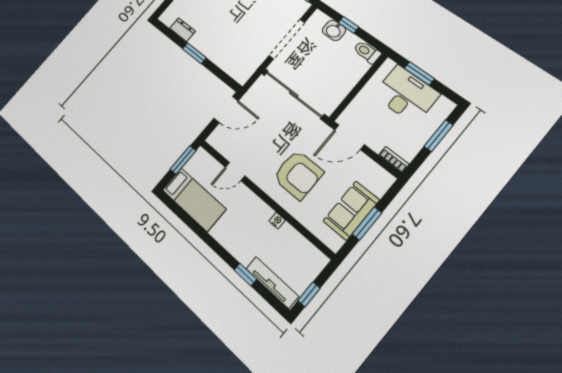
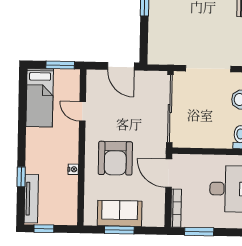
window: (439, 136) -> (199, 232), moved
bookcase: (394, 160) -> (176, 208), width x1.56

